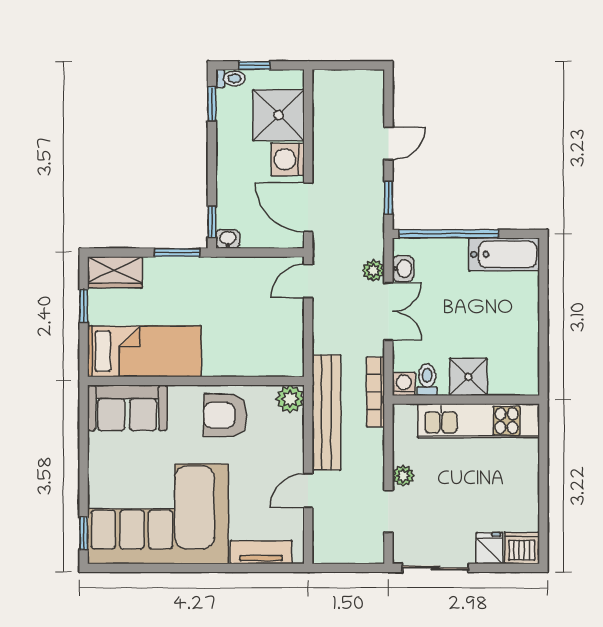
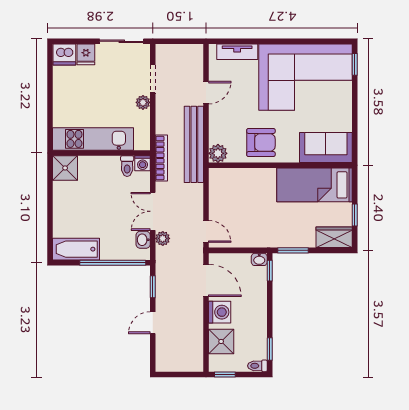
window: (255, 65) -> (225, 374), moved
shower: (279, 115) -> (221, 341), width x0.73, depth x0.73
door: (308, 281) -> (206, 231), hinge flipped
shower: (468, 377) -> (65, 168), moved

